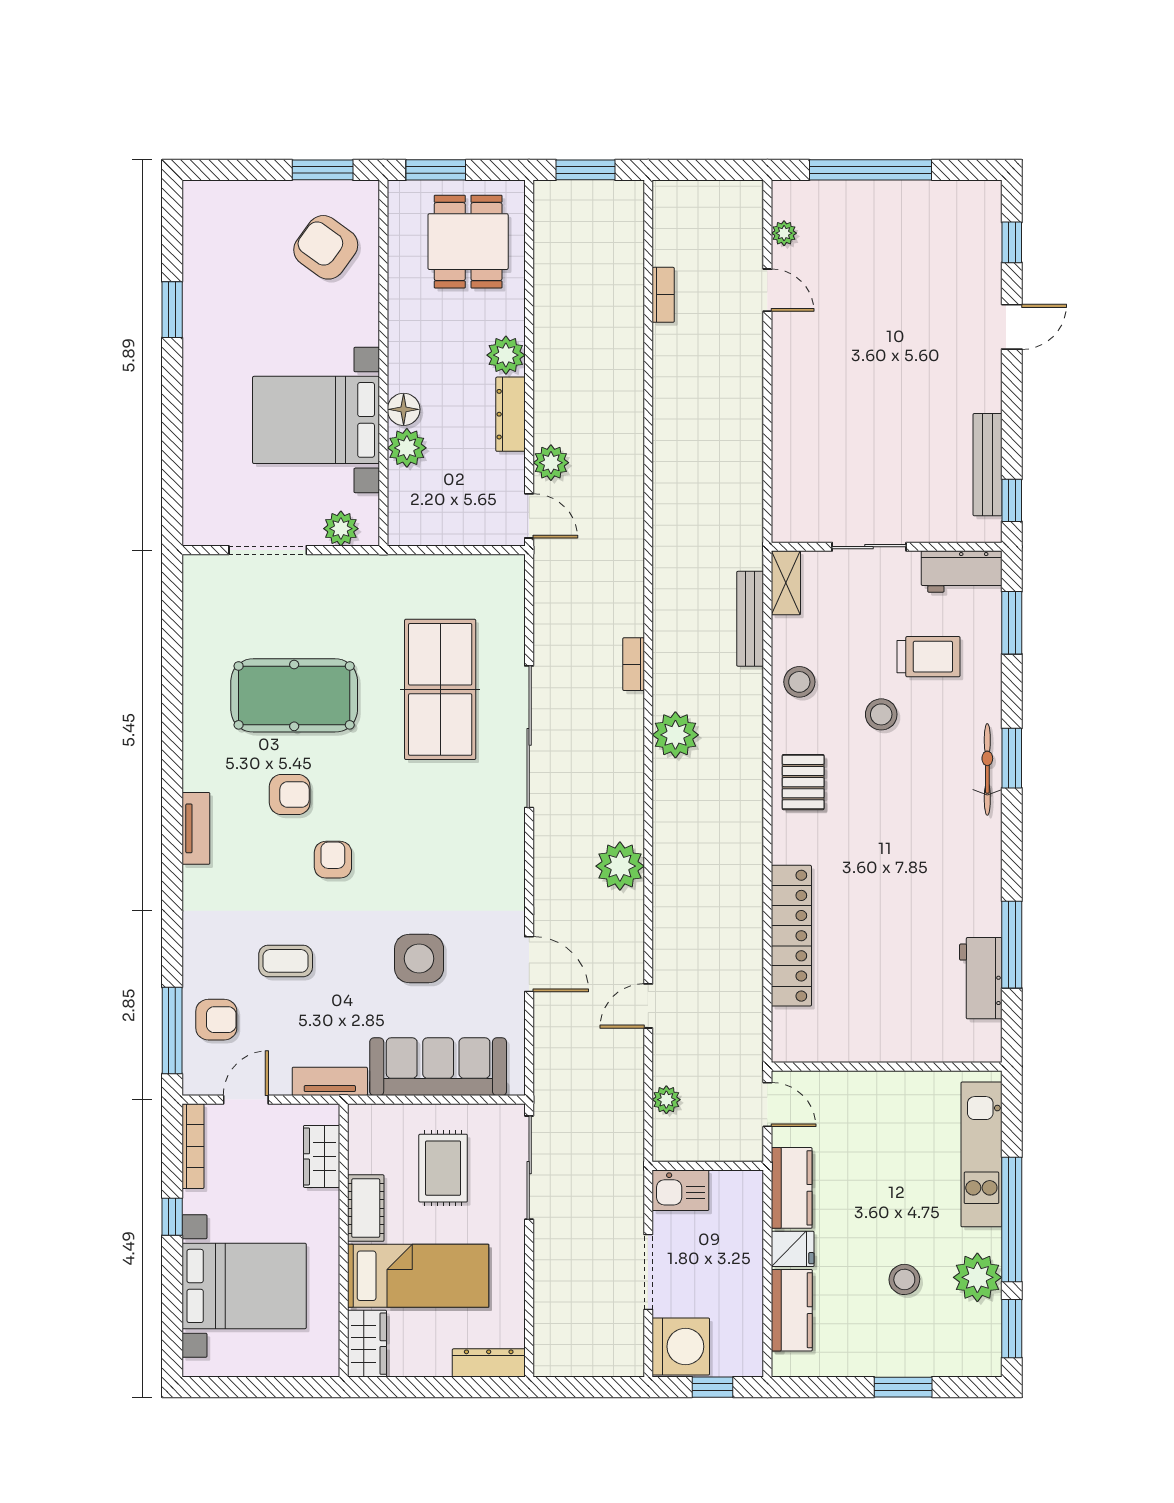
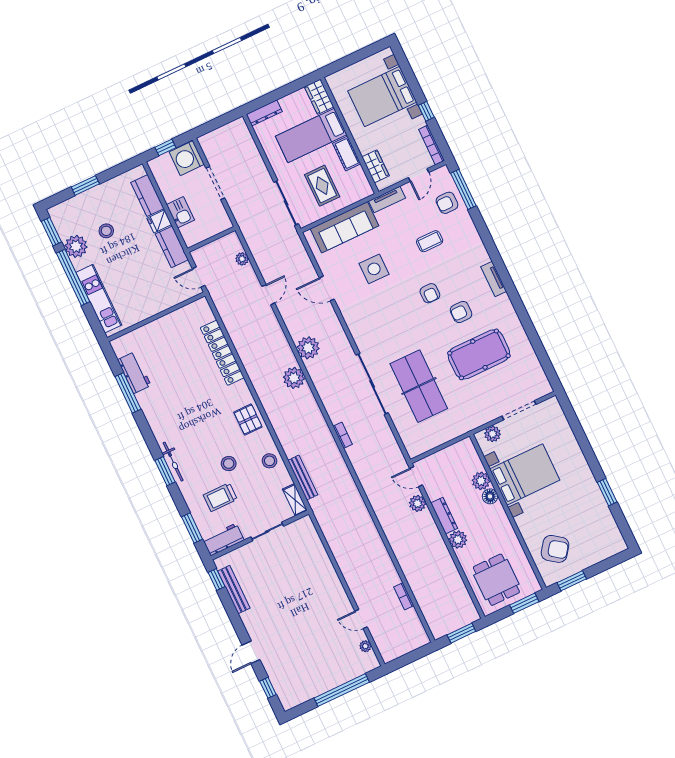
plant: (675, 735) -> (294, 378), moved
kitchen sink: (680, 1190) -> (180, 212), moved, turned 90

